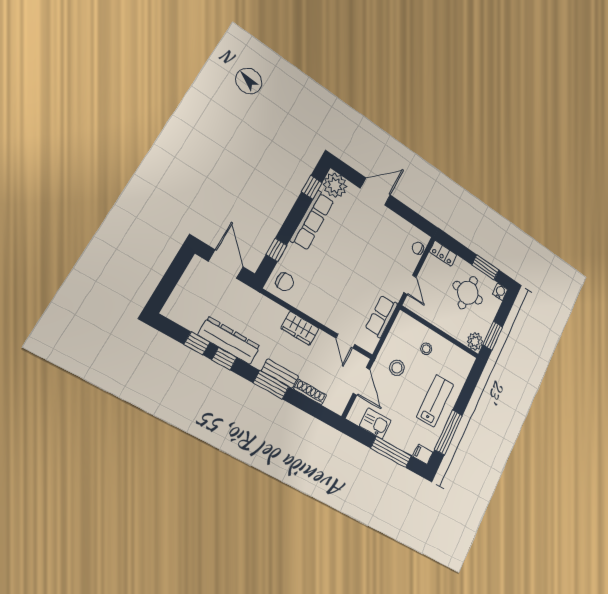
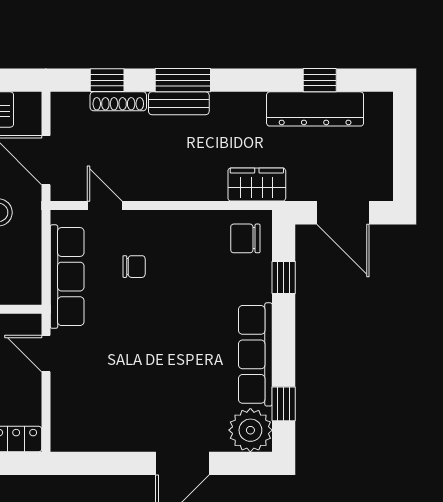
chair: (418, 248) -> (134, 267), moved
row of seats: (381, 316) -> (67, 277), width x1.48
wardrobe: (300, 328) -> (257, 185), moved
dresser: (229, 341) -> (315, 109), moved
window: (224, 359) -> (107, 80), moved

